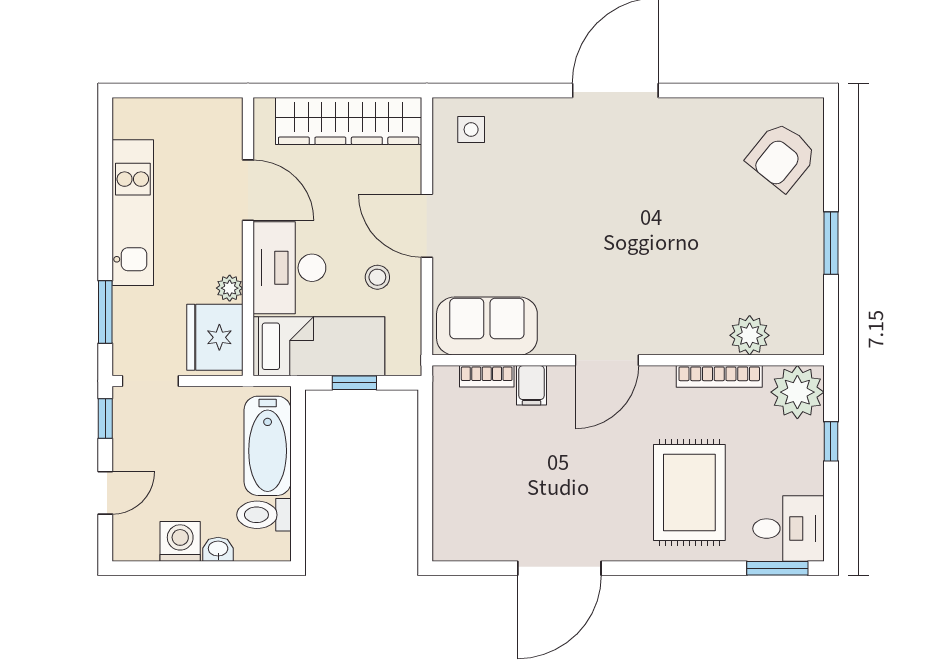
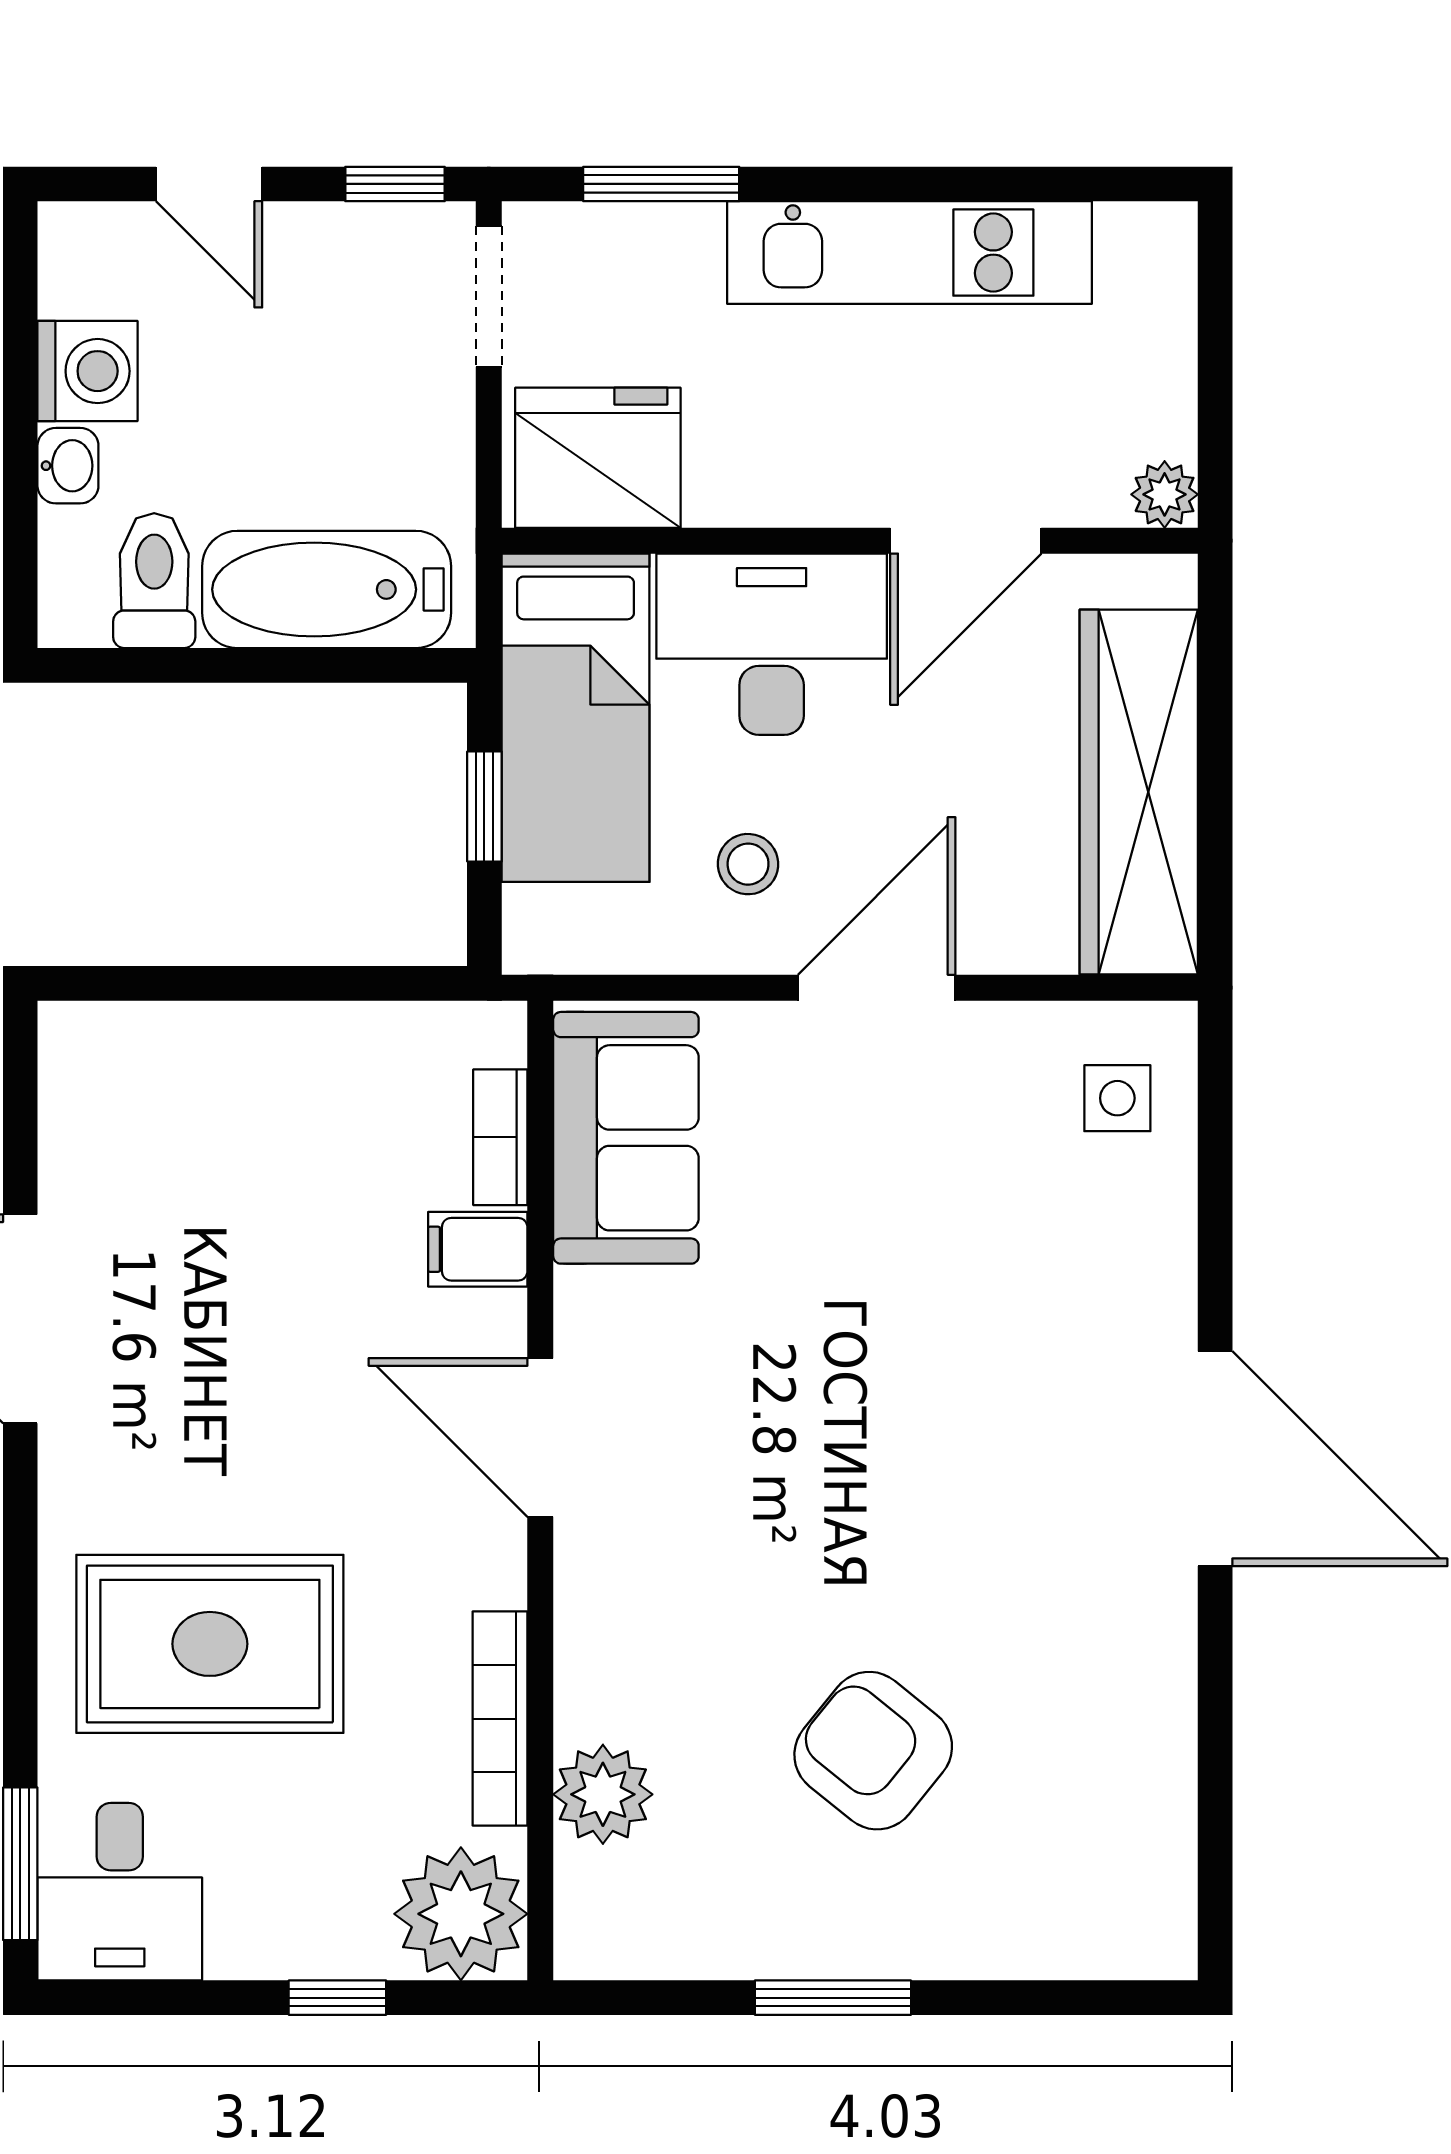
armchair: (782, 157) -> (873, 1751), moved
plant: (230, 288) -> (1165, 494), moved

